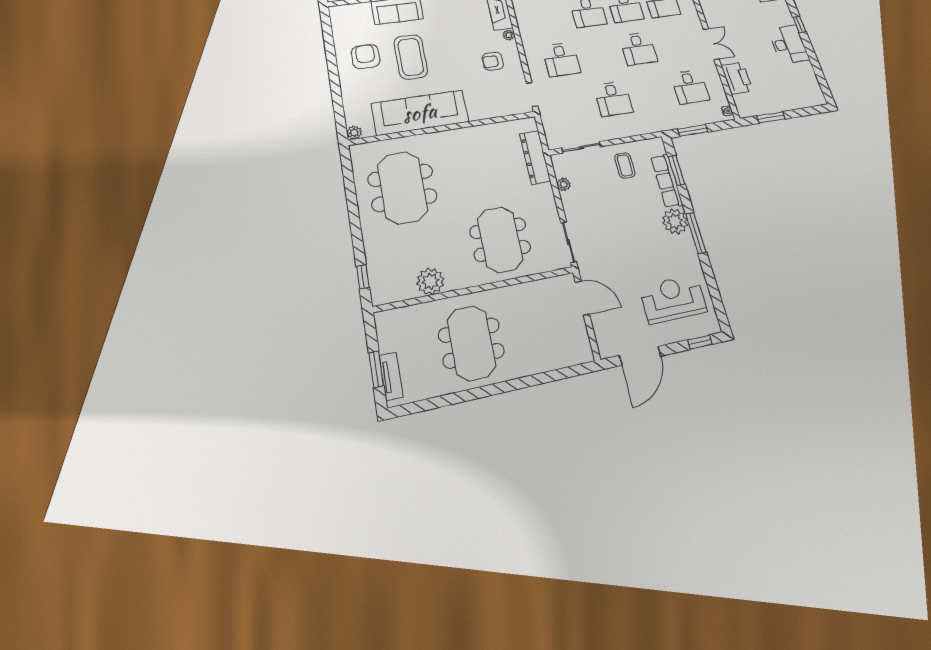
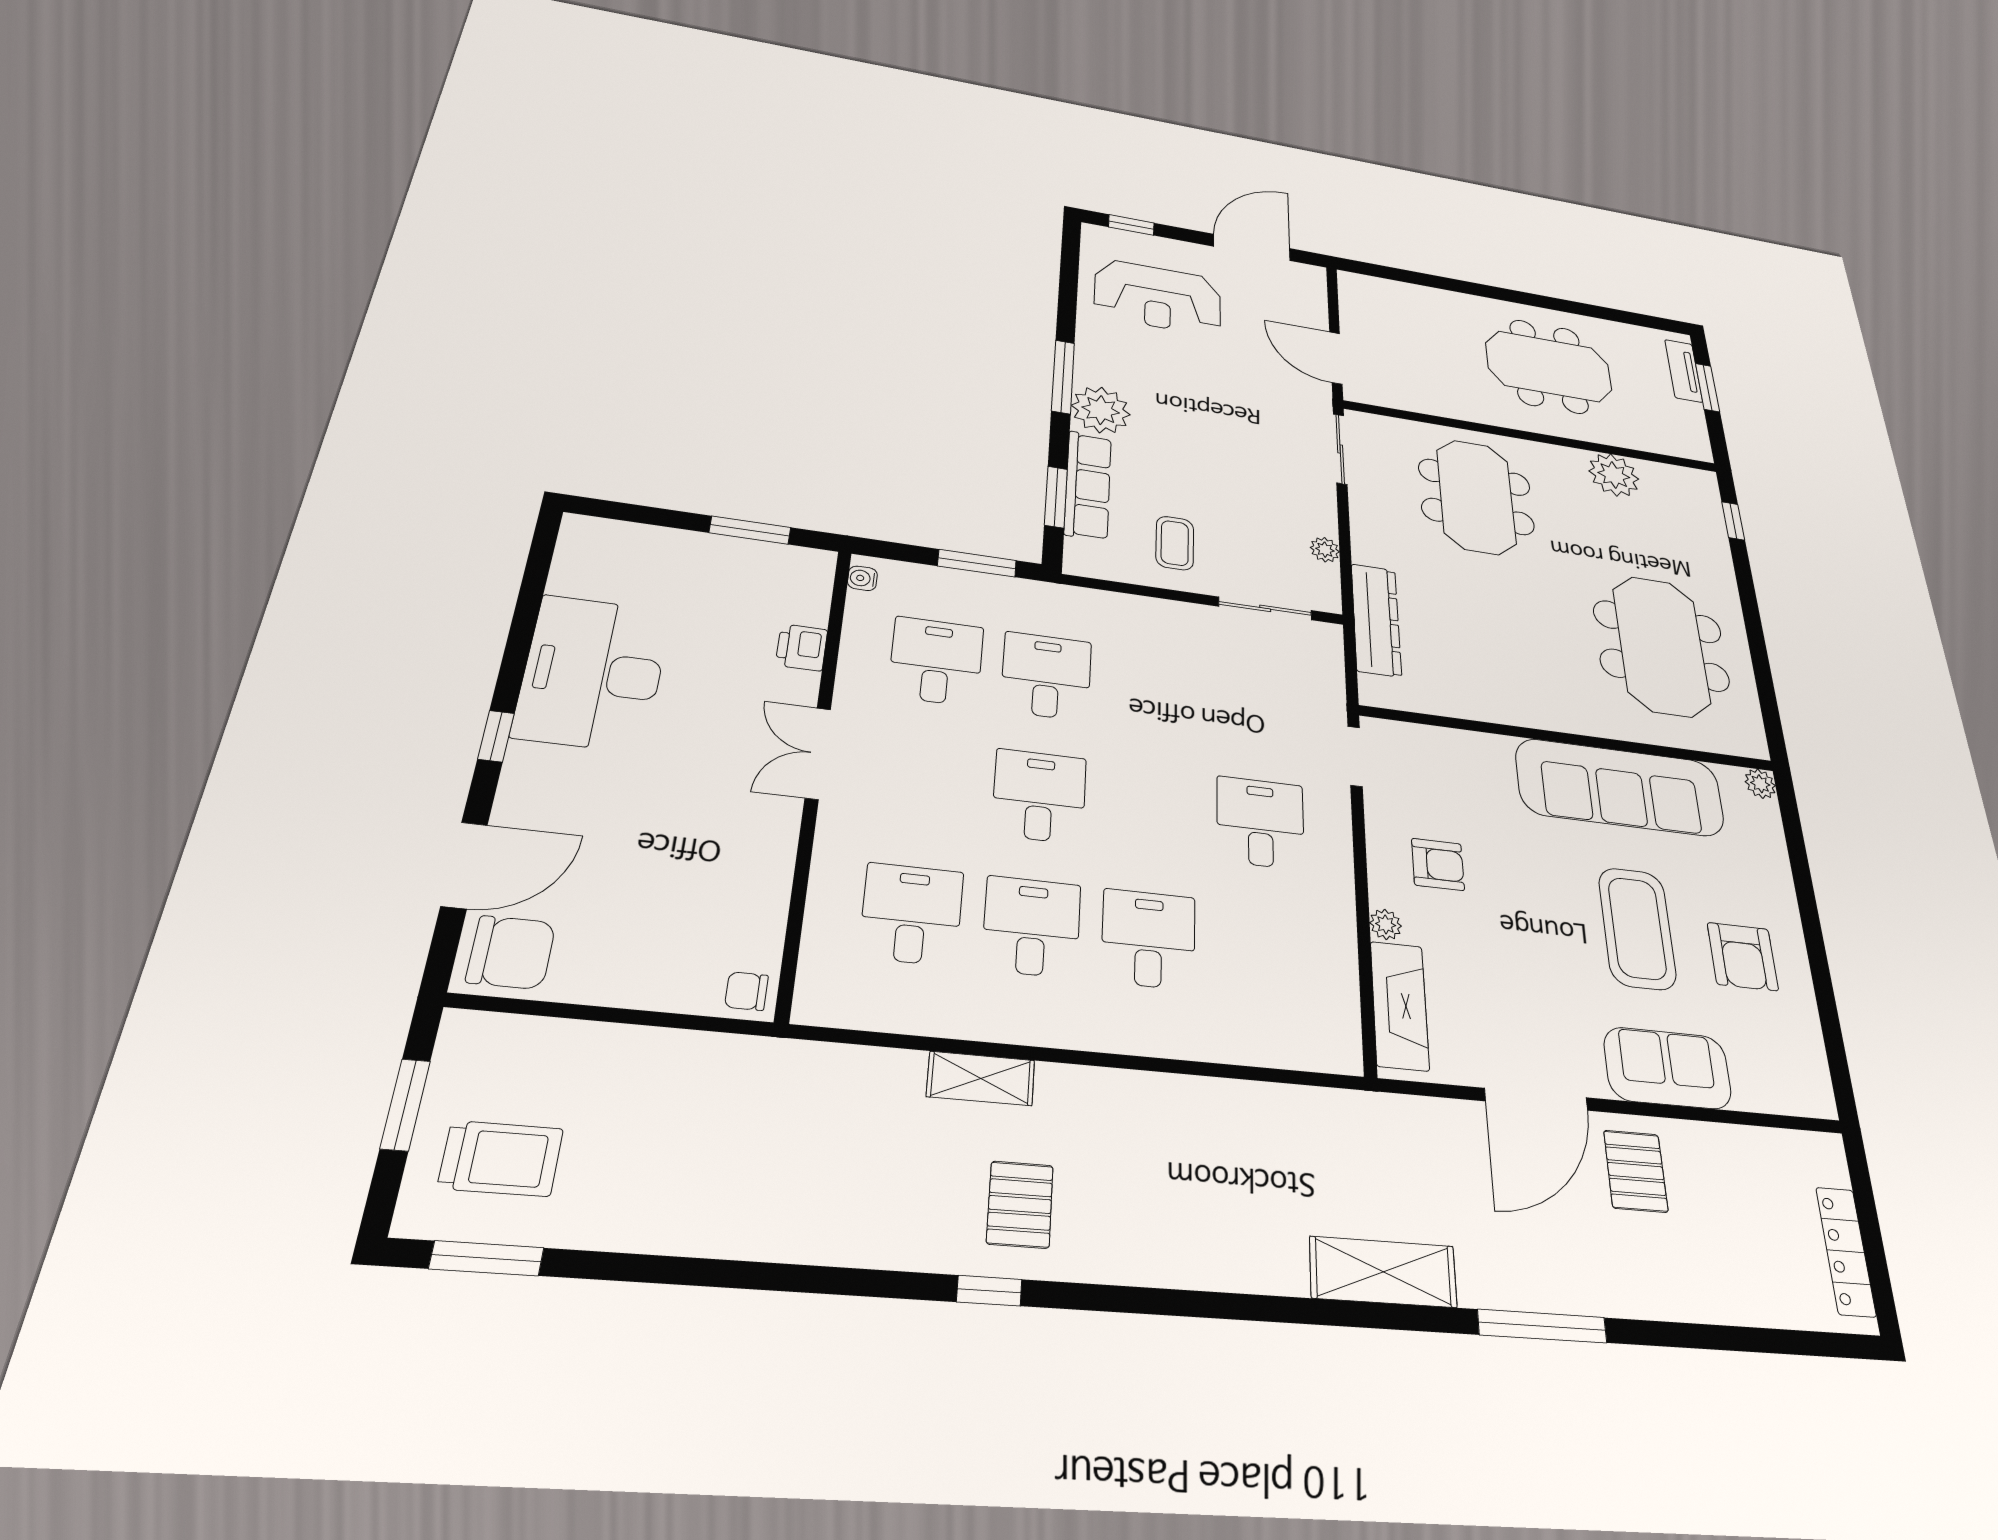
desk: (789, 44) -> (593, 673), width x1.36, depth x1.30
printer: (737, 78) -> (802, 647), width x0.53, depth x0.68
desk: (613, 99) -> (1046, 676), moved
meeting table: (471, 343) -> (1549, 366), turned 90

